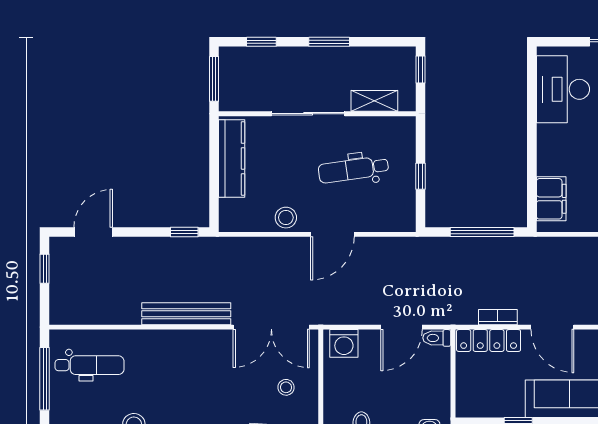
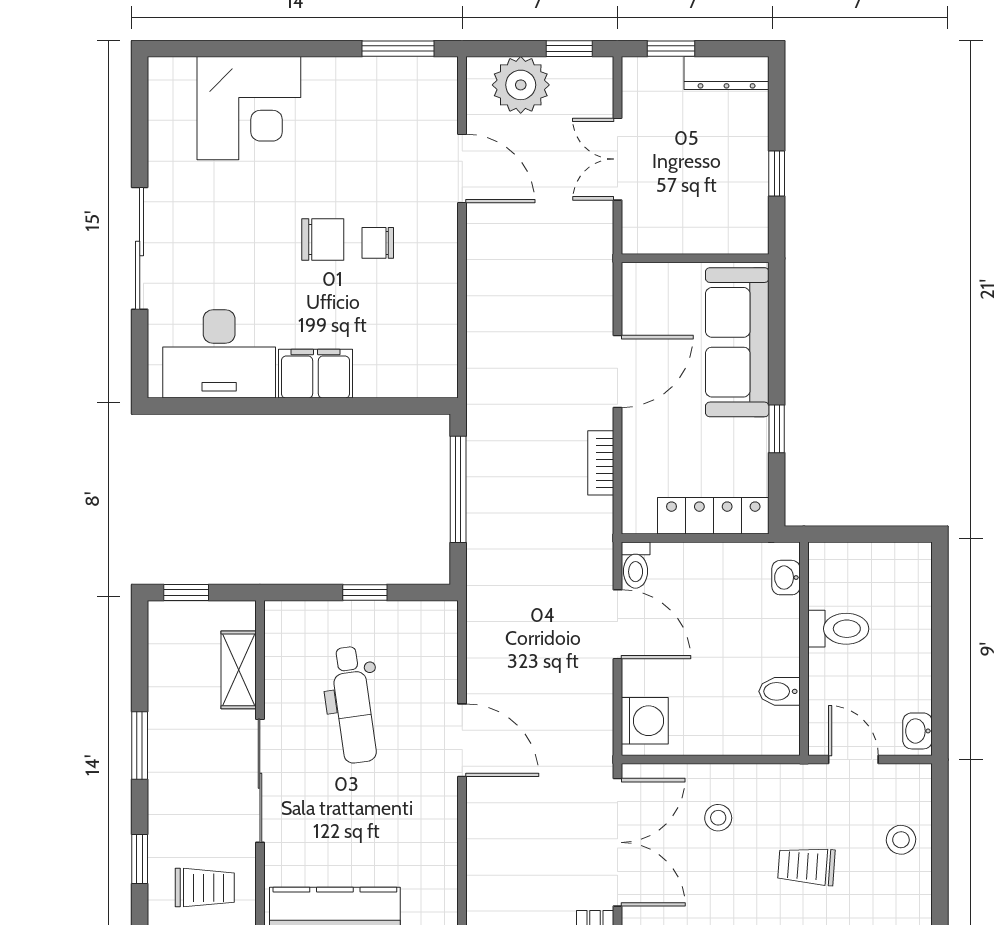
trolley: (244, 81) -> (205, 888), added
filing cabinet: (551, 199) -> (316, 374), moved
stool: (286, 218) -> (434, 818), removed
locker: (489, 340) -> (713, 516), moved, turned -90

